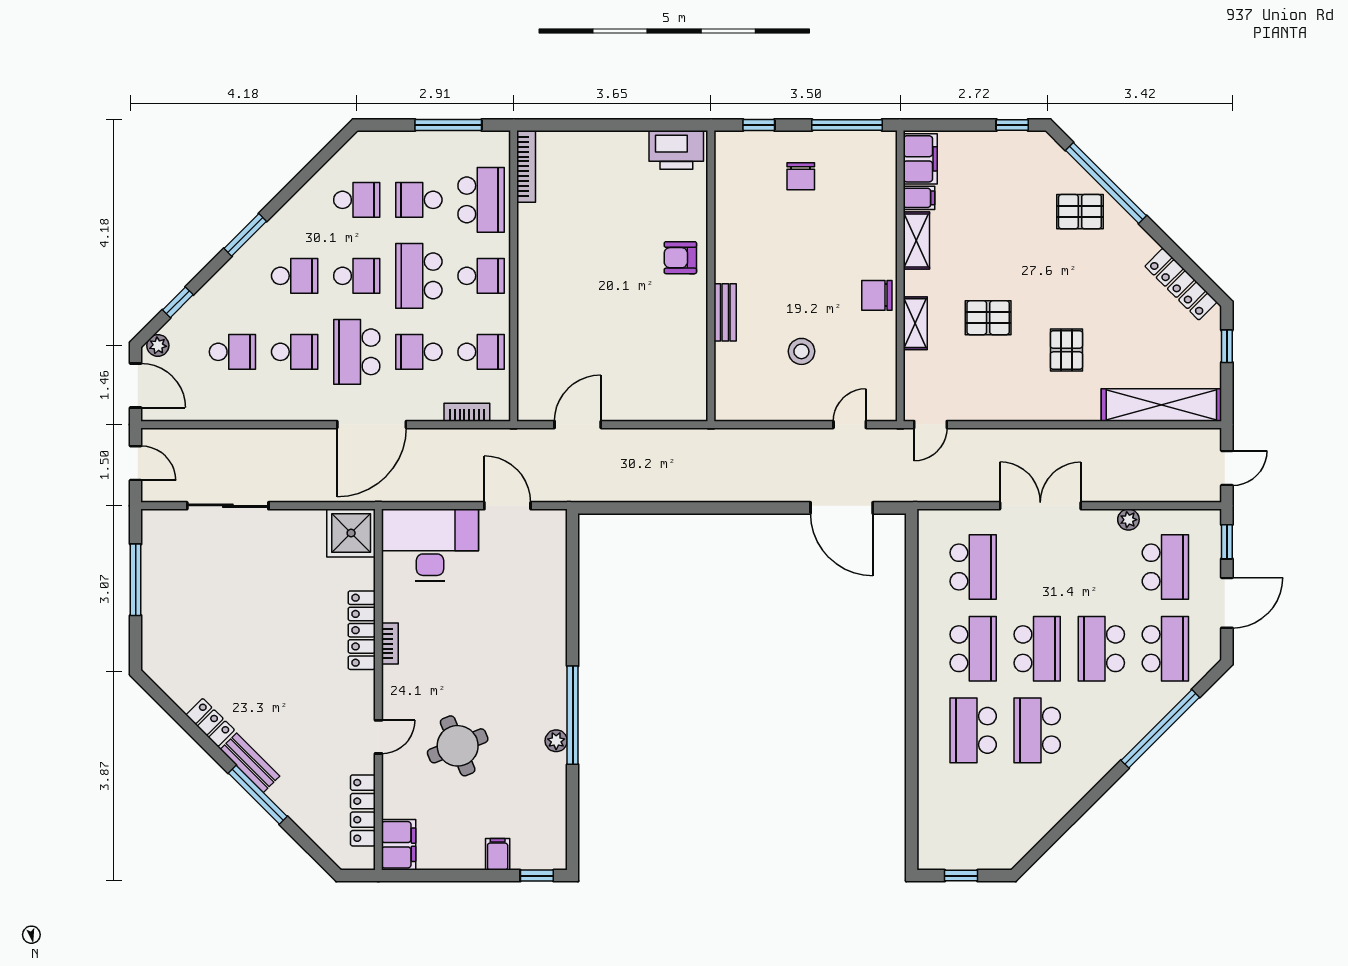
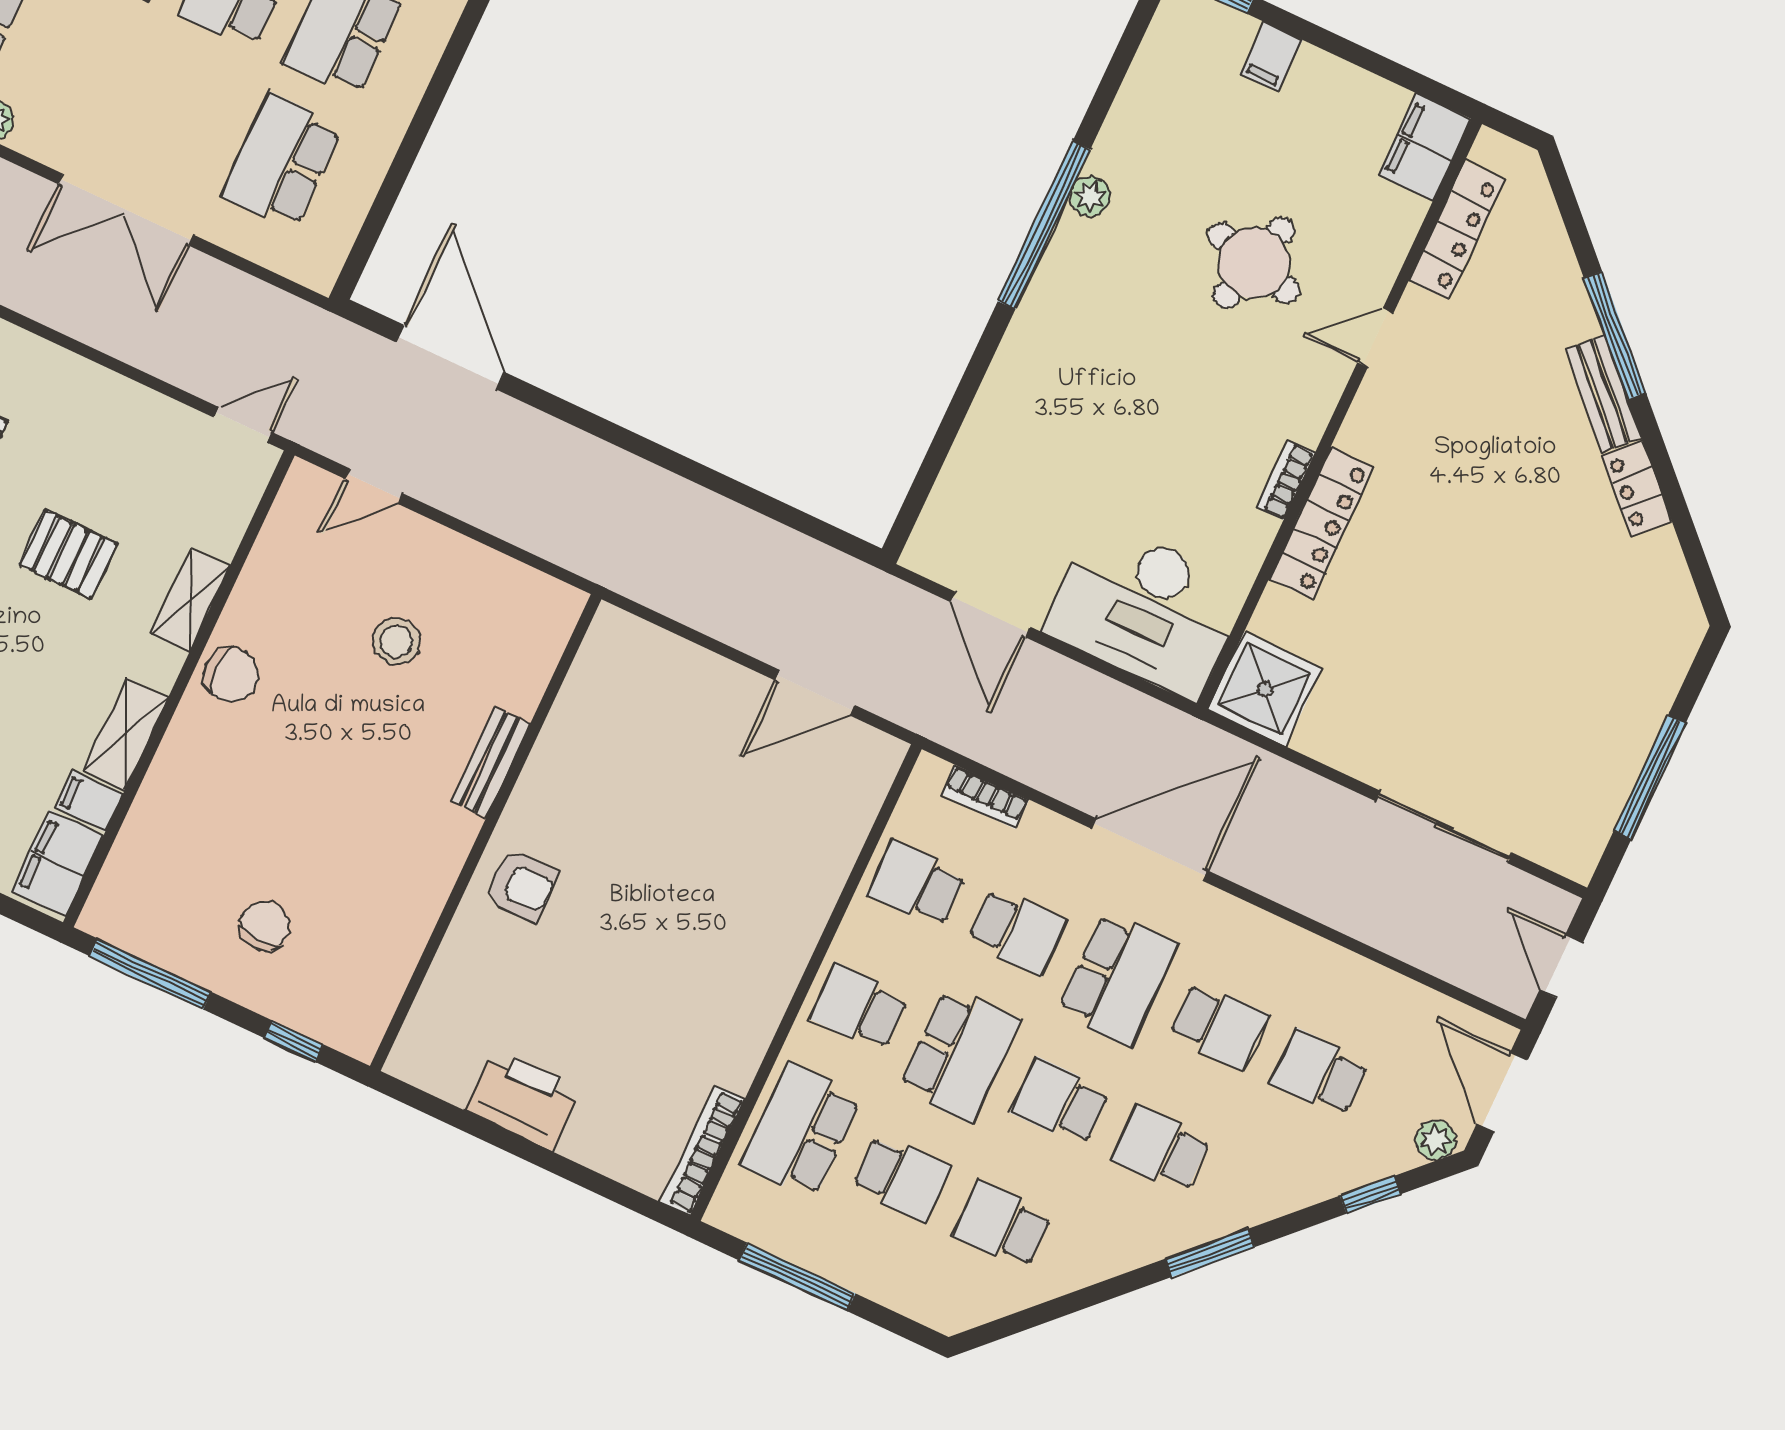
printer: (676, 150) -> (523, 1099), moved
school desk: (295, 352) -> (1219, 1026), turned 180
round table: (458, 746) -> (1254, 263), turned 37

